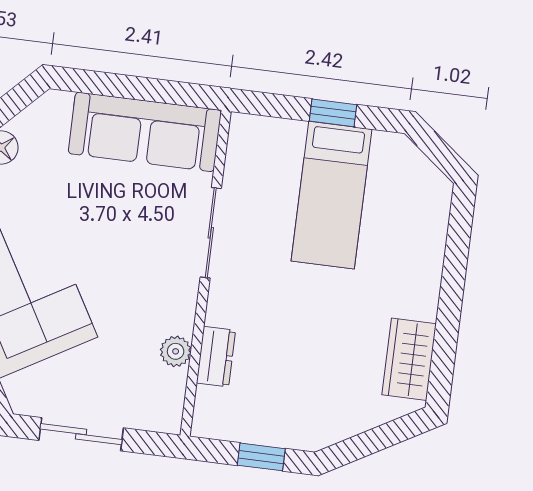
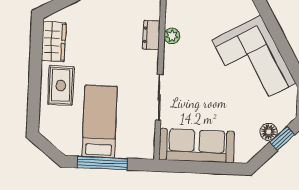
window: (333, 113) -> (102, 163), width x2.17
rug: (402, 272) -> (61, 86), added

